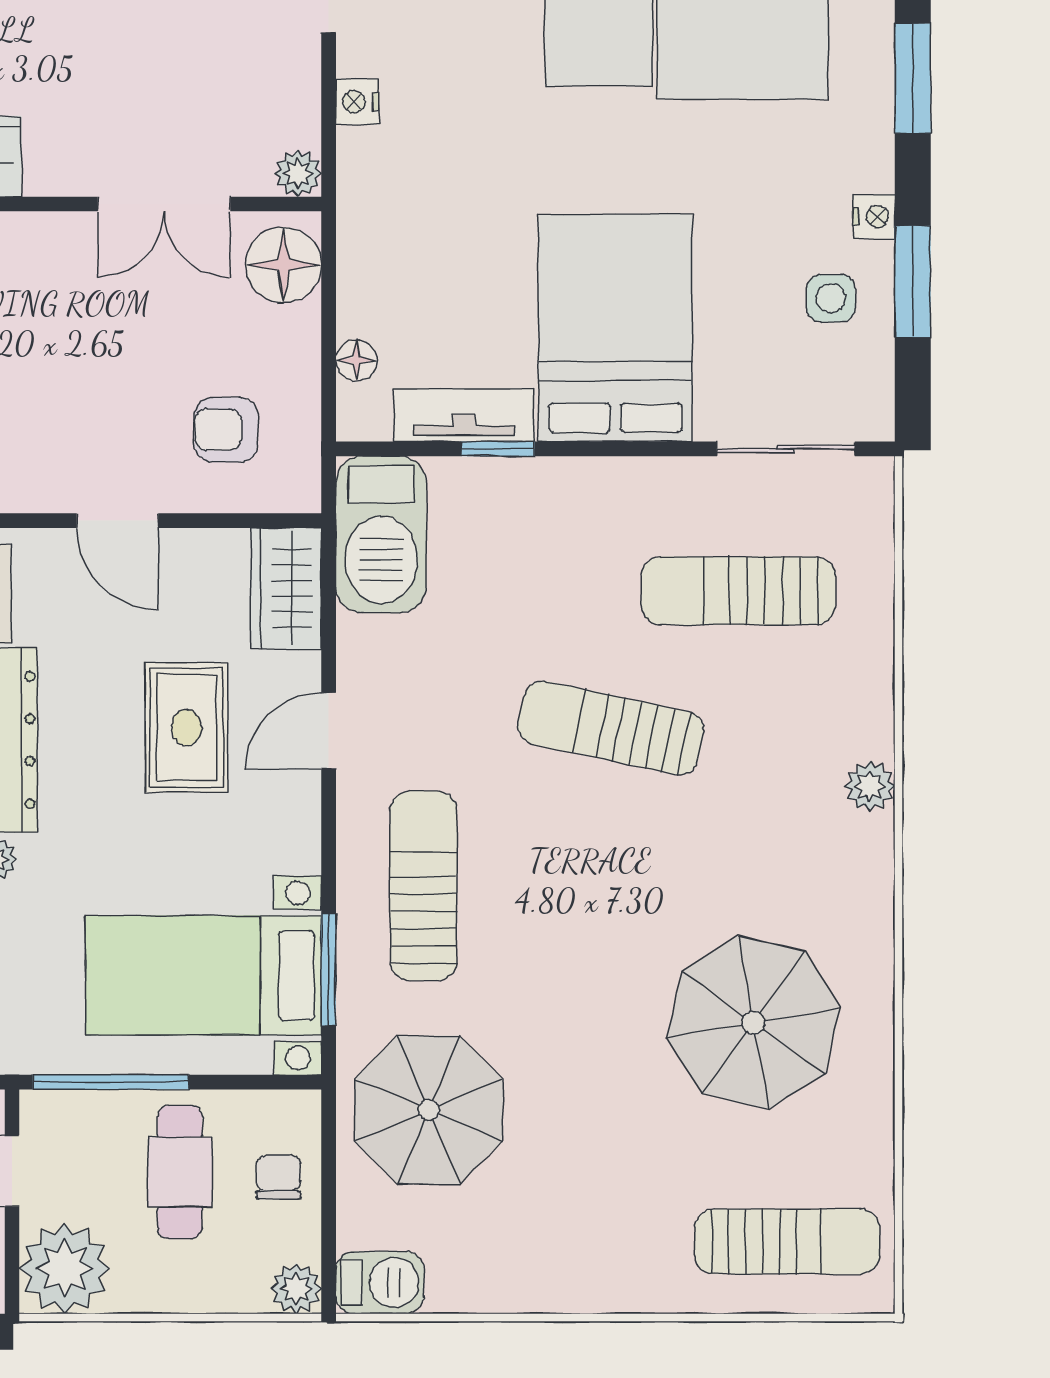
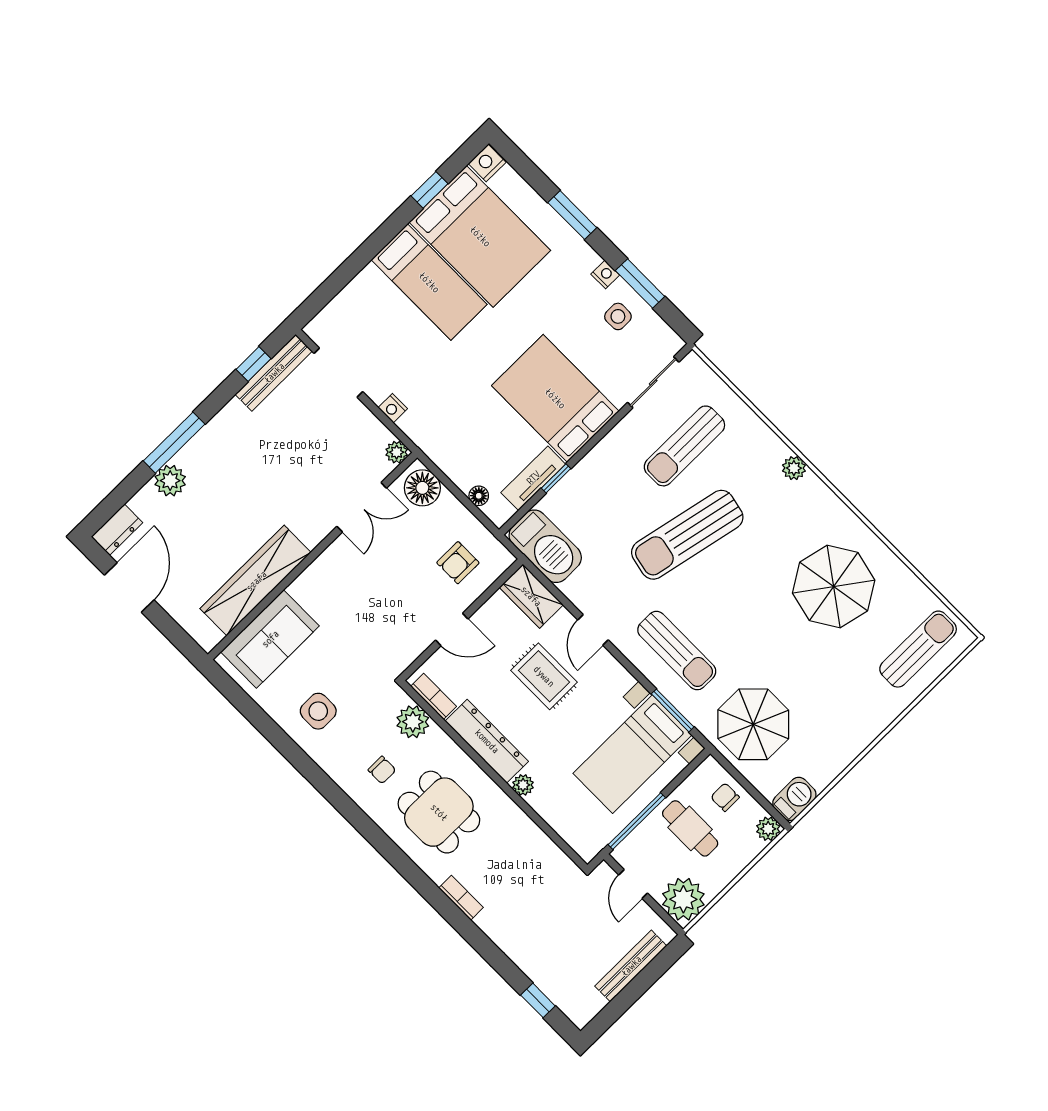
sun lounger: (611, 728) -> (687, 535), width x1.36, depth x1.34
sun lounger: (424, 886) -> (677, 651), turned 180

